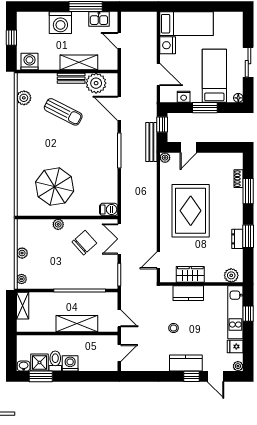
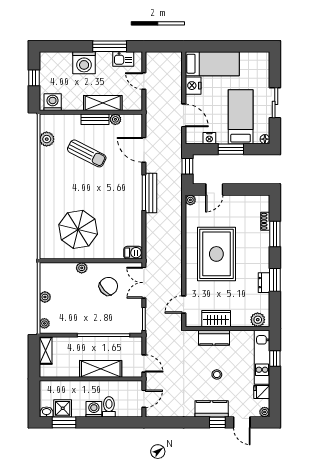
plant: (96, 83) -> (115, 119), width x0.53, depth x0.53
bench: (151, 142) -> (151, 193), moved
stool: (174, 328) -> (217, 374), moved
toilet: (55, 361) -> (109, 407), moved

